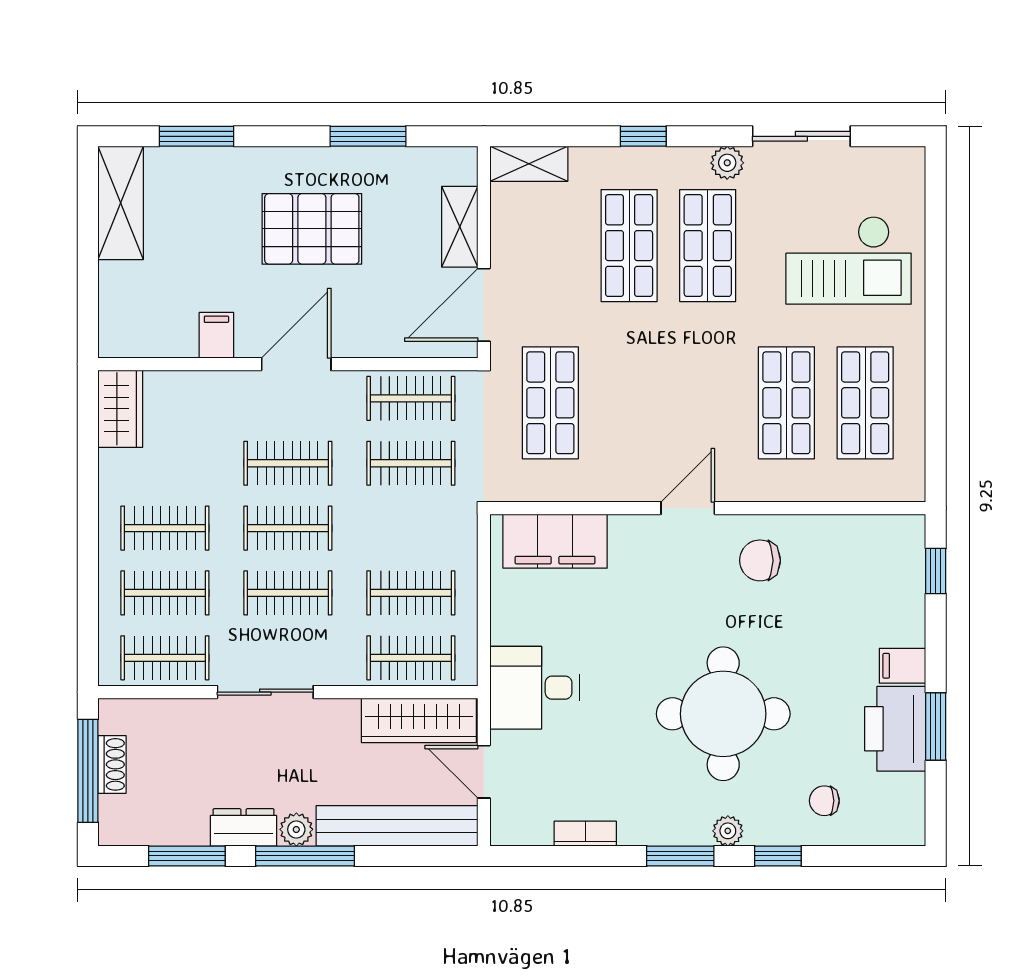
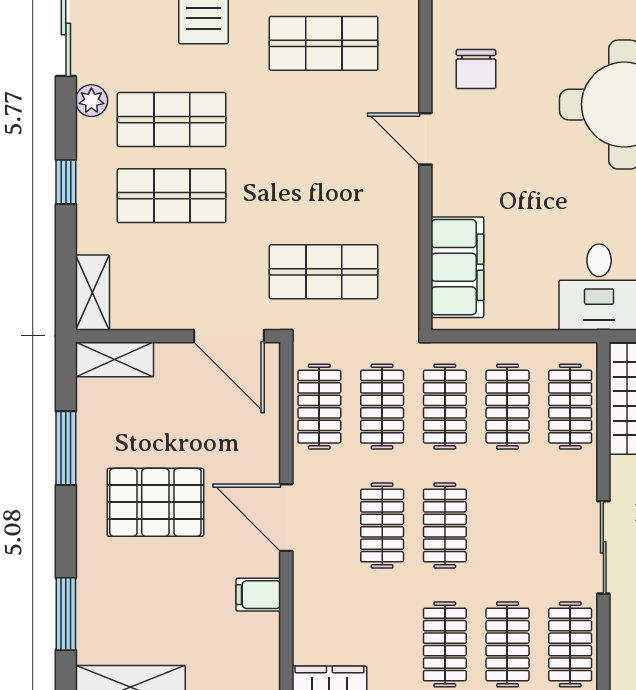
shelving: (460, 227) -> (114, 359), moved
pallet: (312, 229) -> (155, 502), turned 90
clothes rail: (288, 593) -> (445, 407), moved

